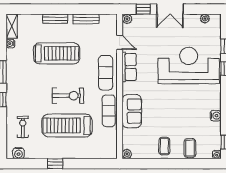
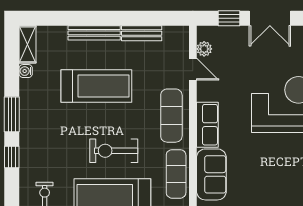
bench: (55, 19) -> (94, 33), width x1.36
plant: (127, 19) -> (204, 49), moved
row of seats: (129, 67) -> (207, 125), moved
exercise bike: (68, 96) -> (114, 151), turned 180

